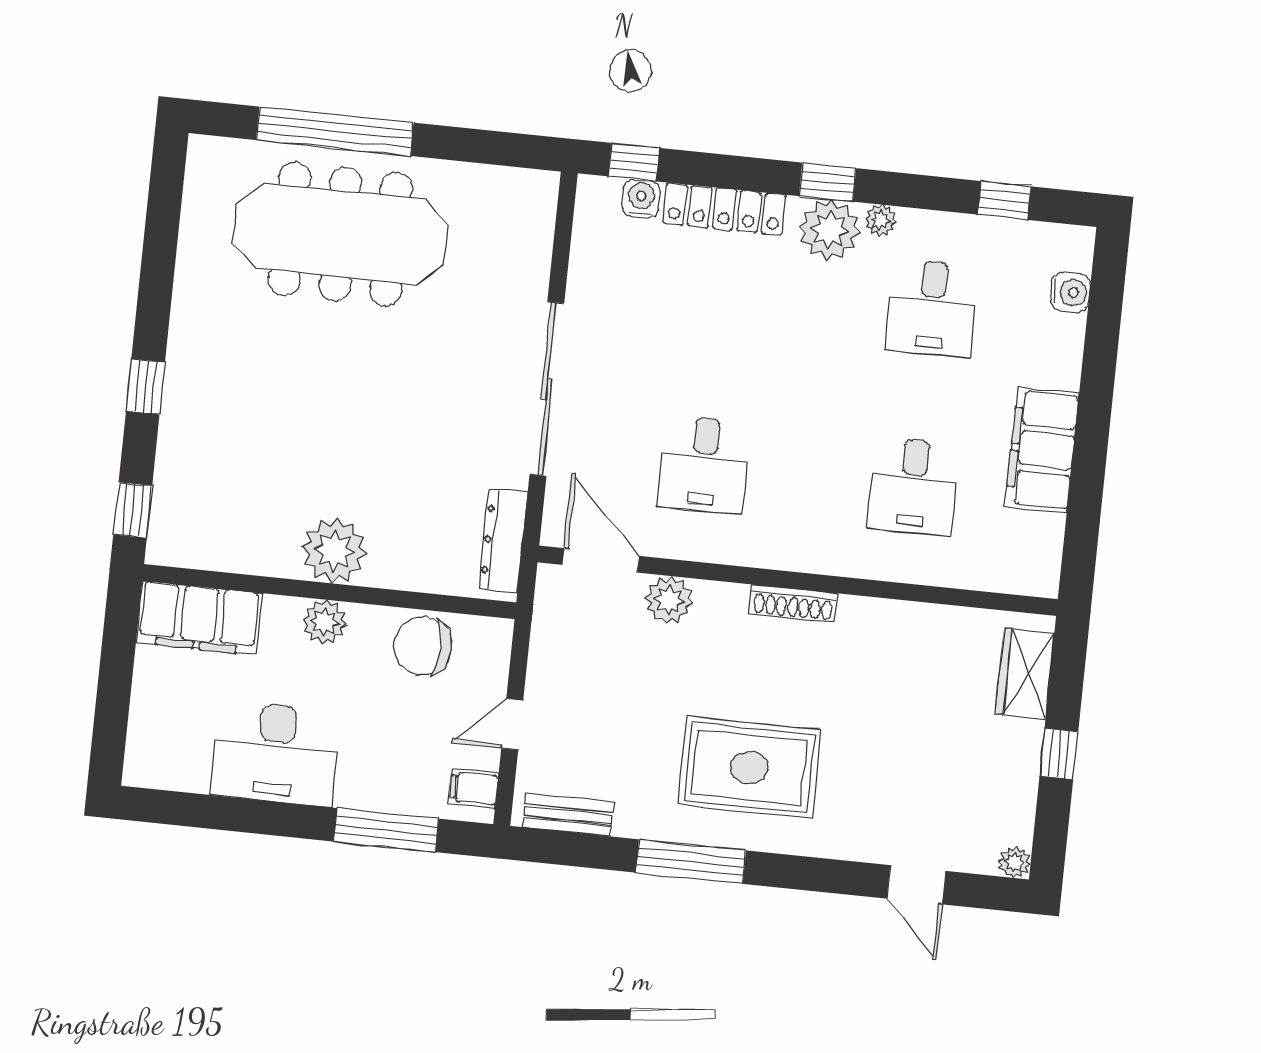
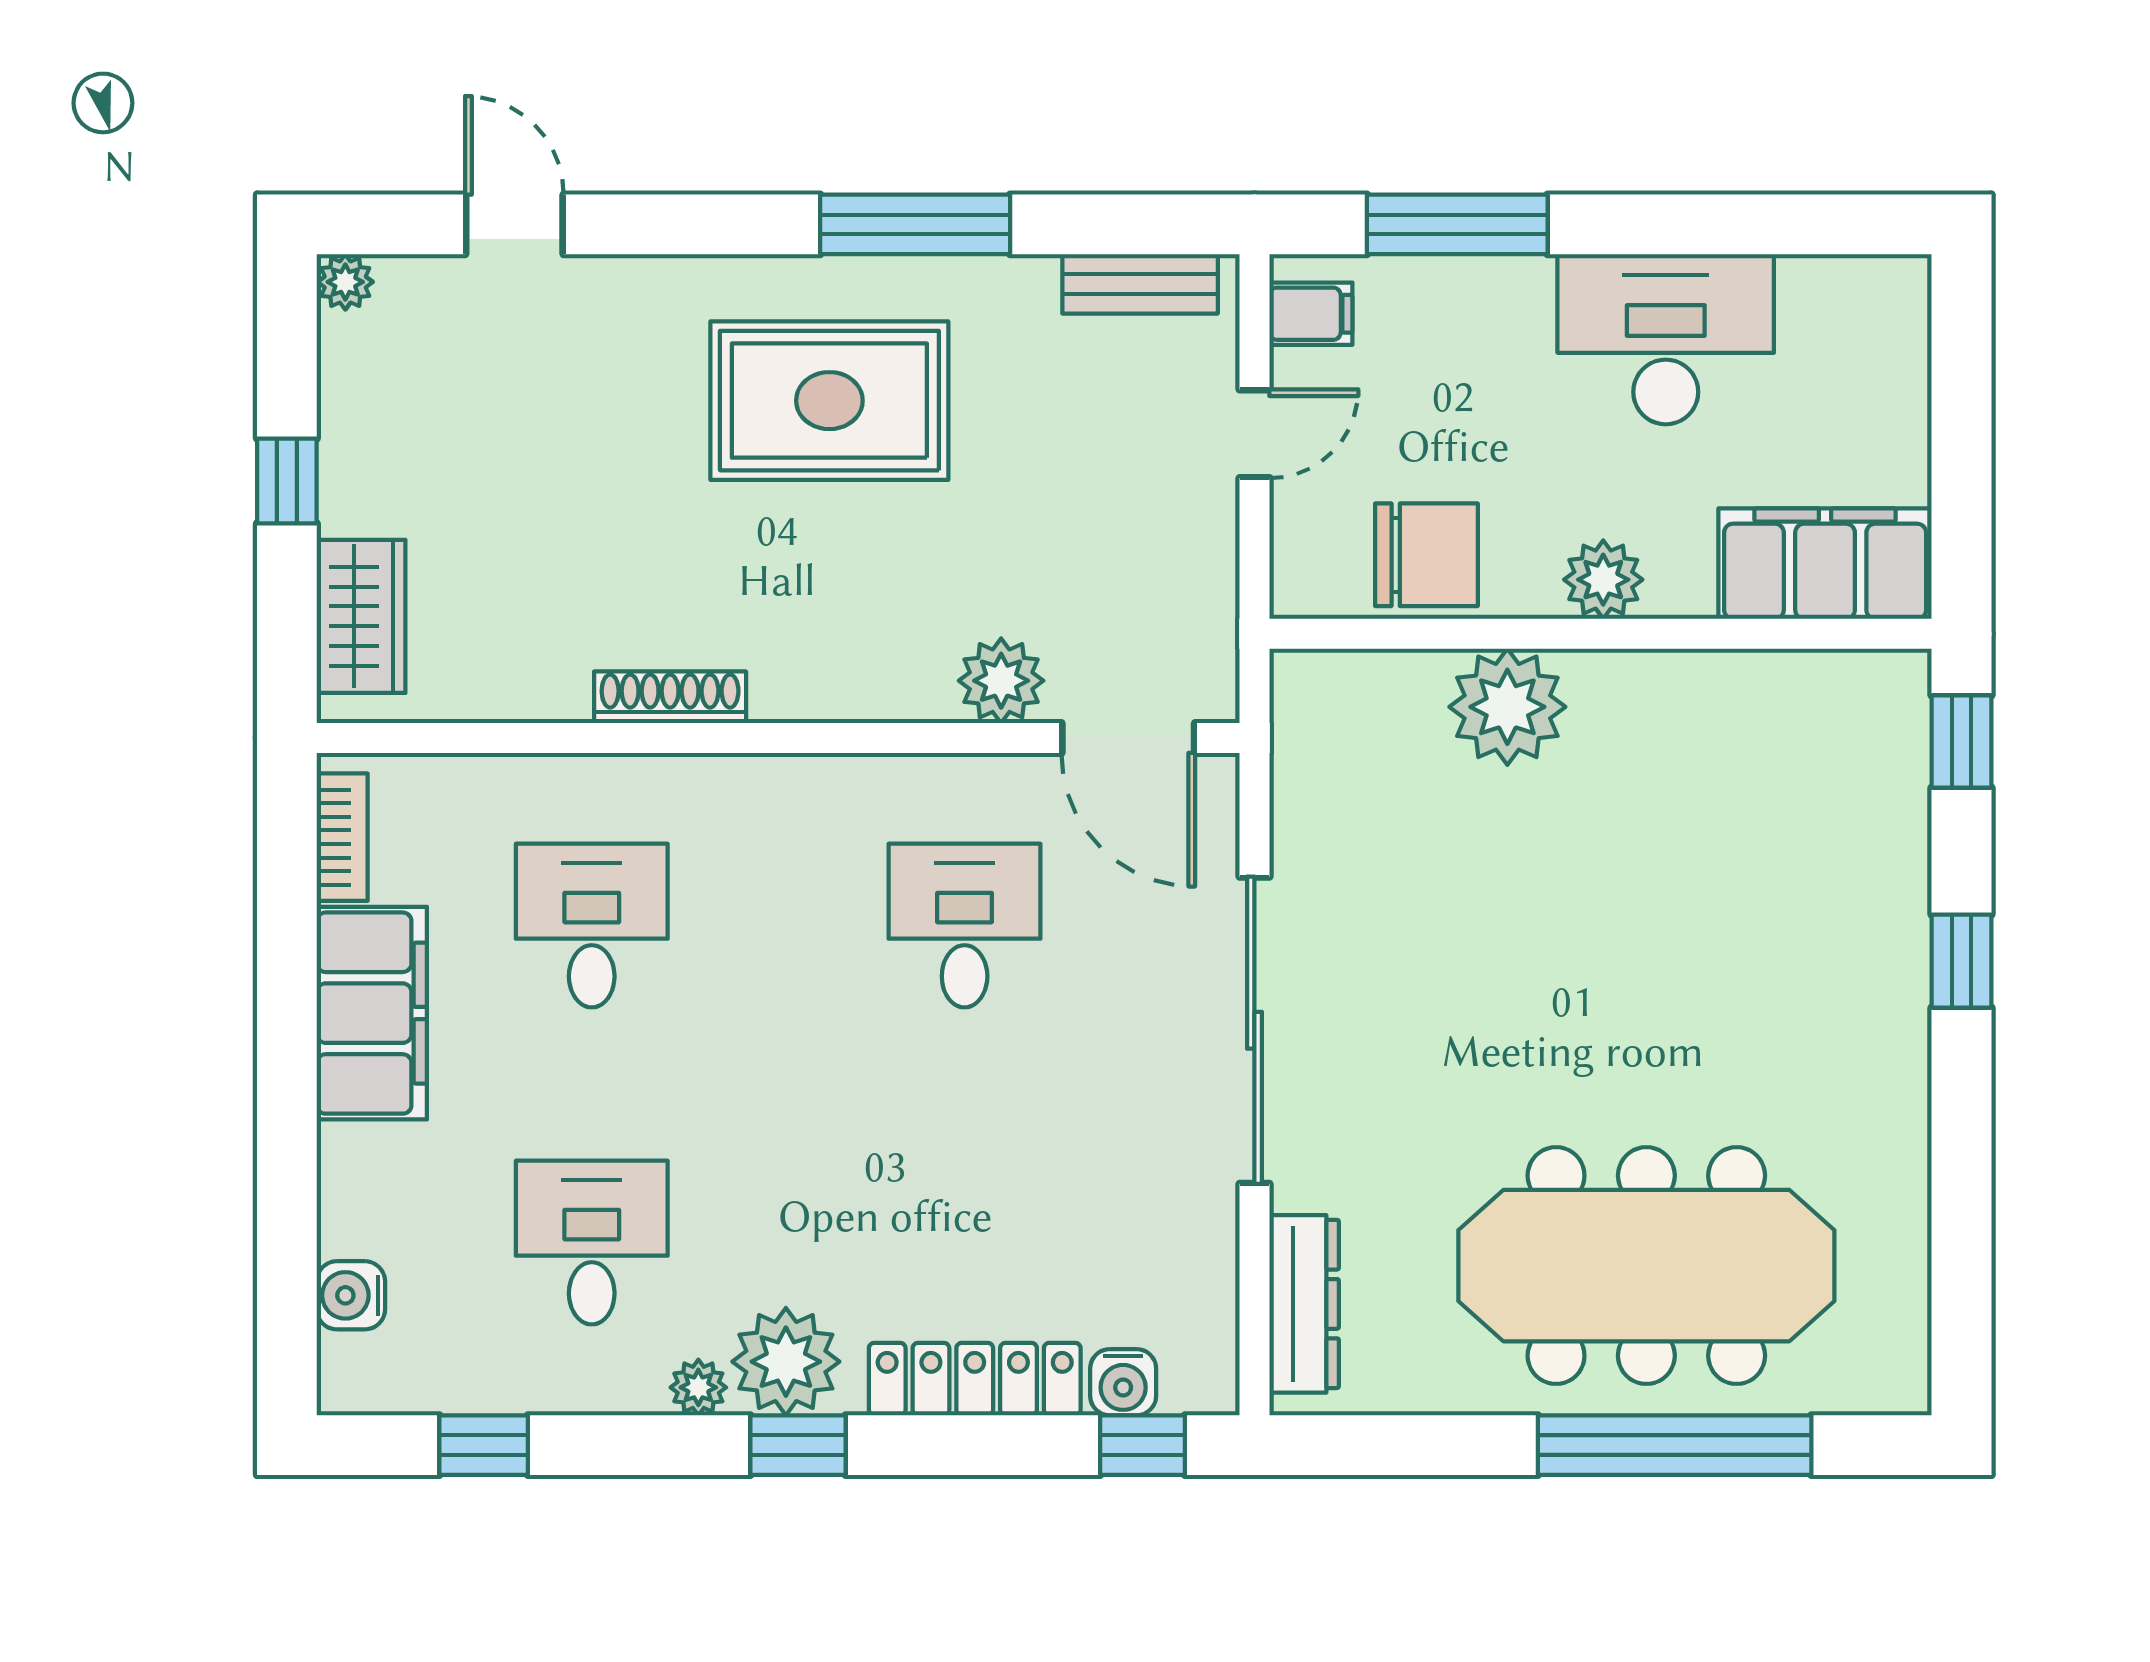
dresser: (503, 541) -> (1304, 1304), moved
bookcase: (1049, 550) -> (342, 837), added
plant: (334, 551) -> (1507, 707), moved
shoe rack: (793, 603) -> (670, 697), moved

